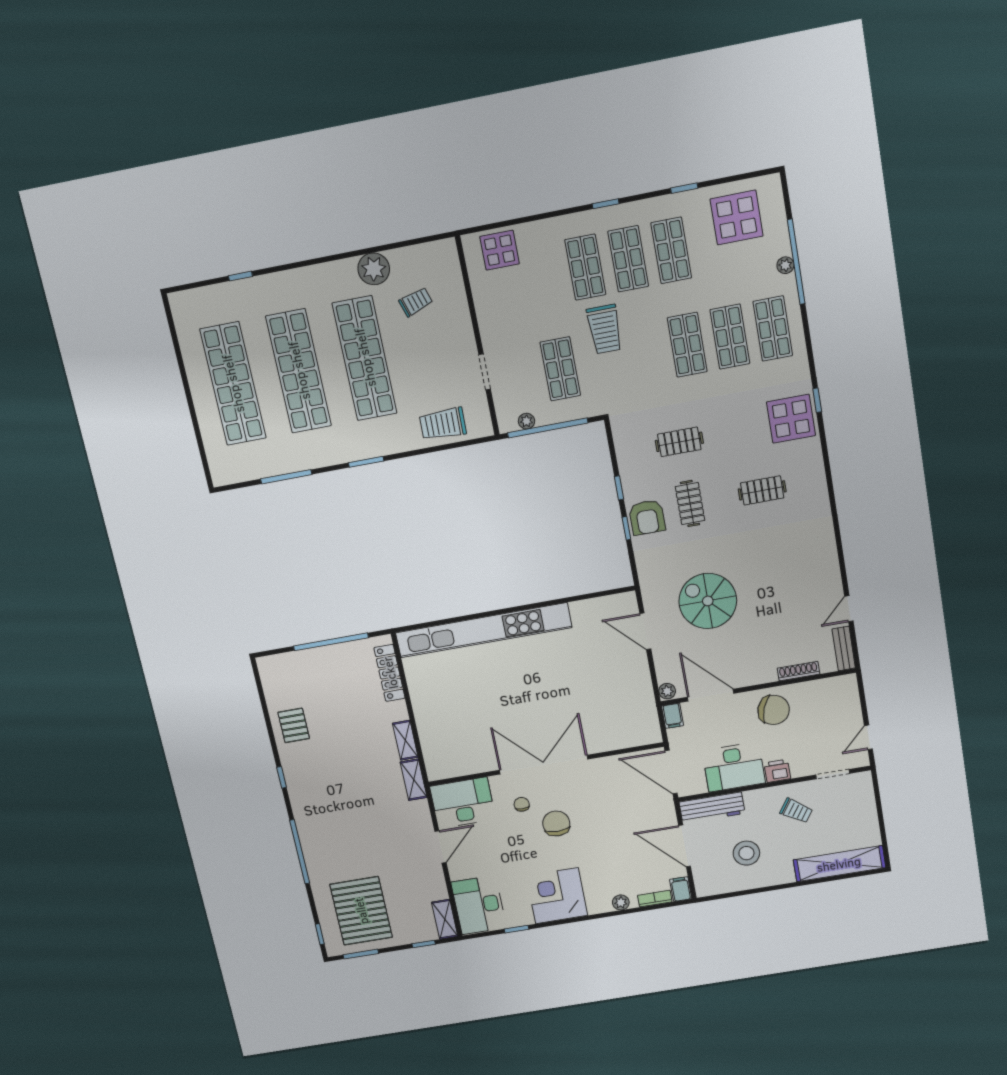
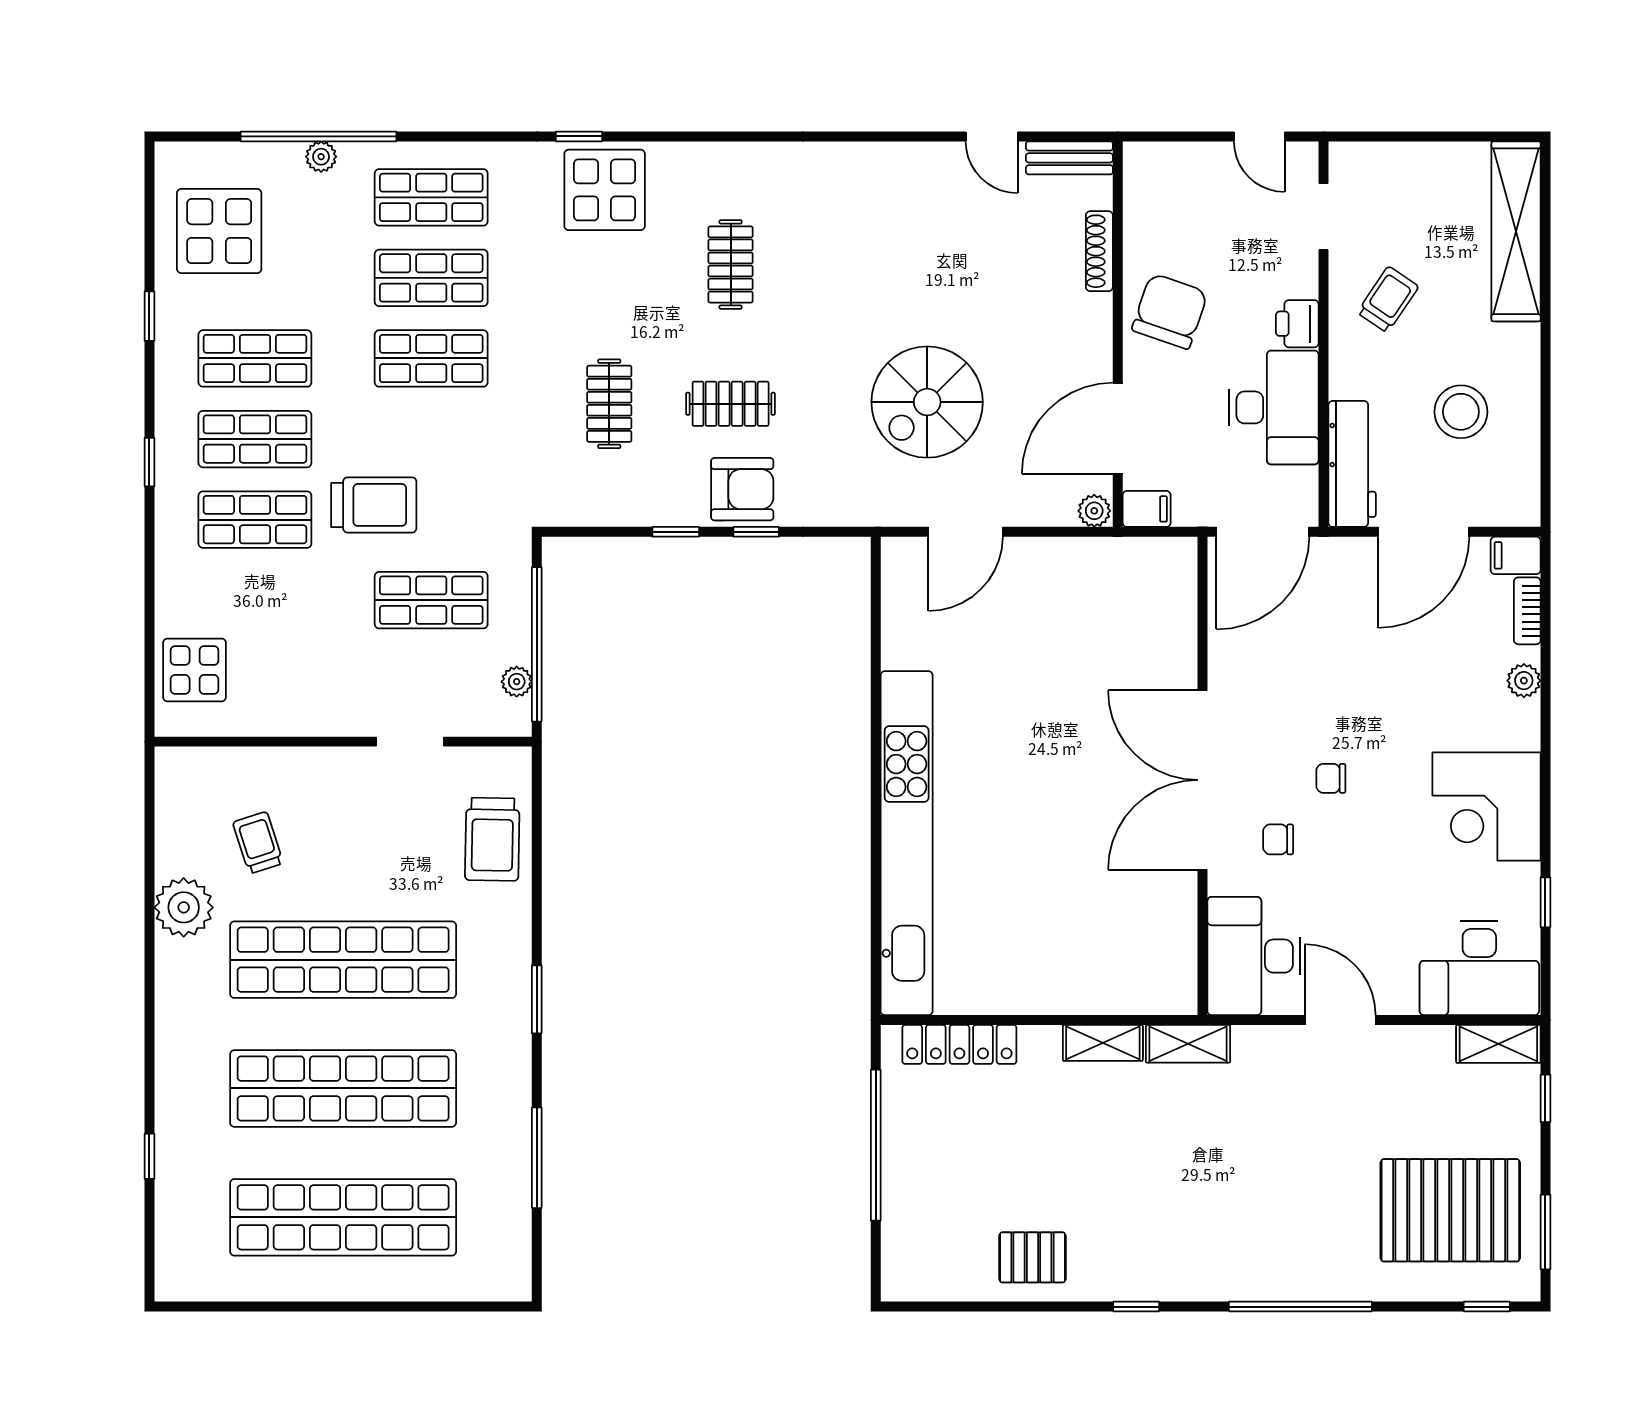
chair: (556, 823) -> (1331, 778), width x0.54, depth x0.54

